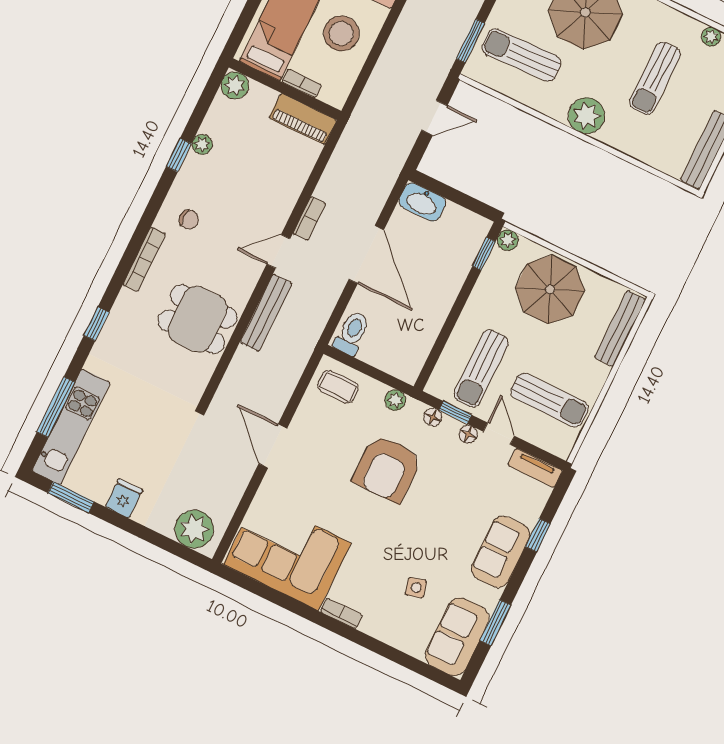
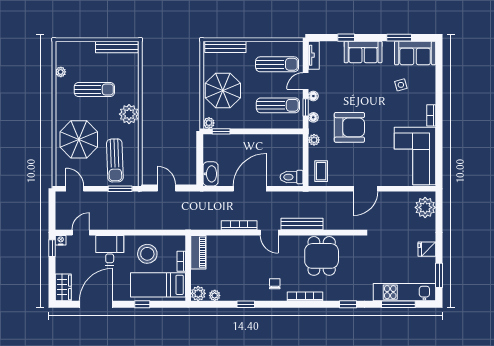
plant: (202, 144) -> (215, 295), moved
bookcase: (309, 218) -> (239, 225), width x1.56
sun lounger: (550, 400) -> (277, 64), turned 90

